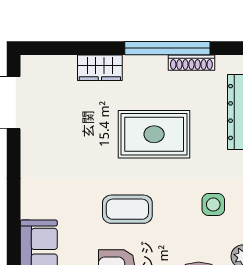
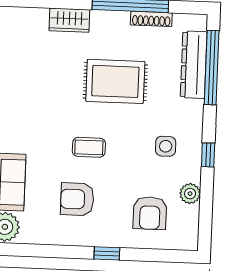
coffee table: (127, 209) -> (89, 147), width x0.73, depth x0.77

